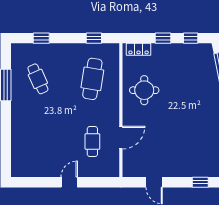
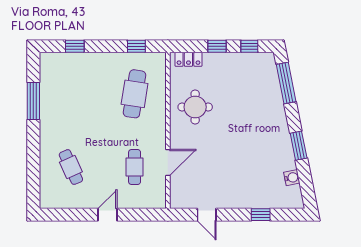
cafe table: (38, 79) -> (71, 167), moved

